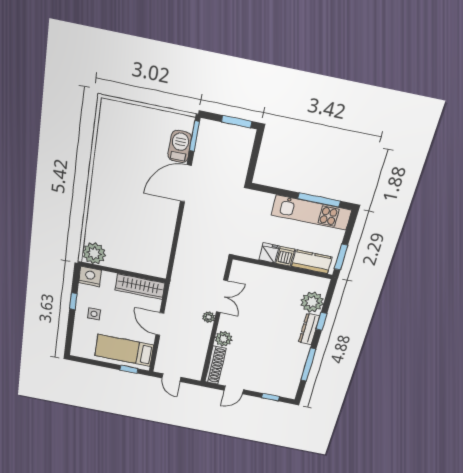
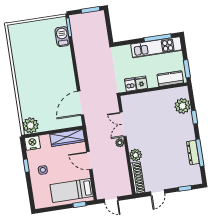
door: (186, 183) -> (81, 103), moved
dishwasher: (285, 256) -> (130, 85), moved
double door: (222, 296) -> (123, 124), swing flipped
dresser: (309, 329) -> (193, 153), moved

